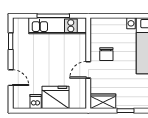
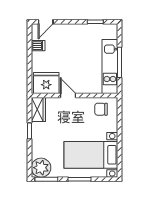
chair: (106, 54) -> (101, 109), moved
door: (11, 78) -> (46, 22), moved
fridge: (55, 97) -> (46, 83), moved, turned -90

